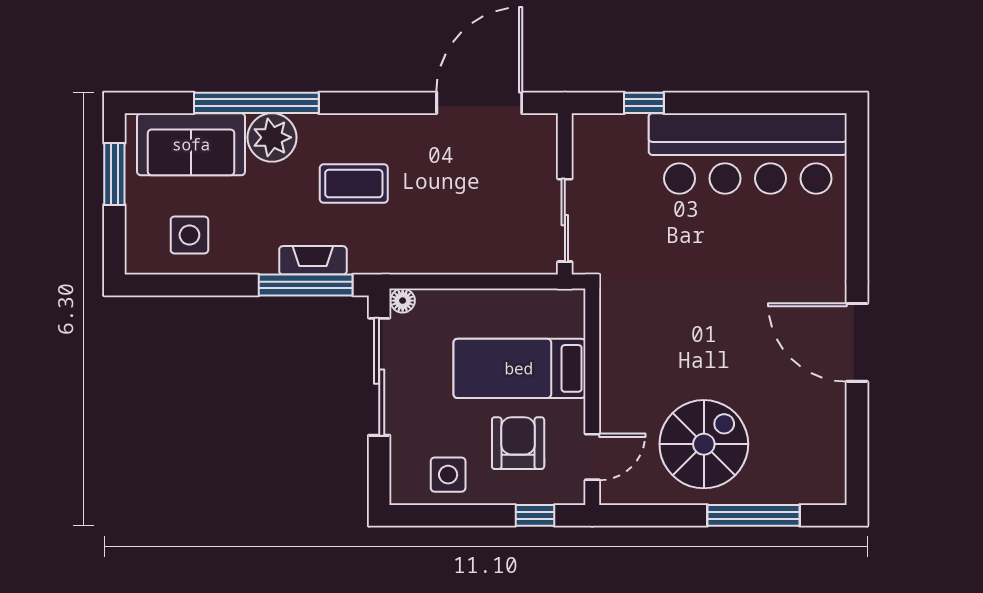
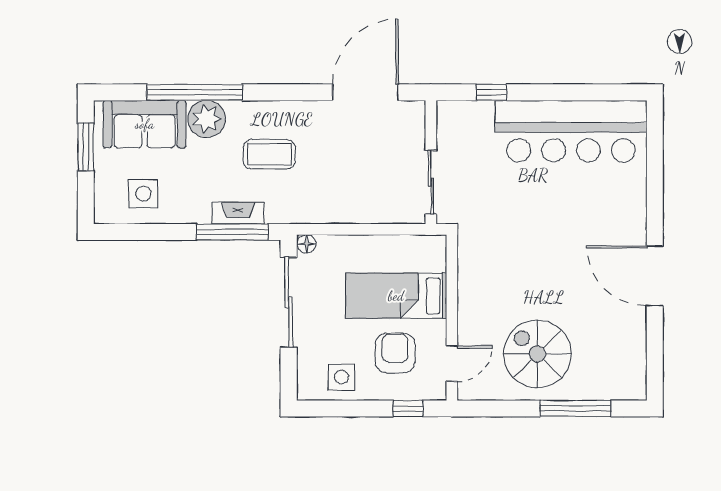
spiral stairs: (704, 444) -> (537, 354), turned -90

